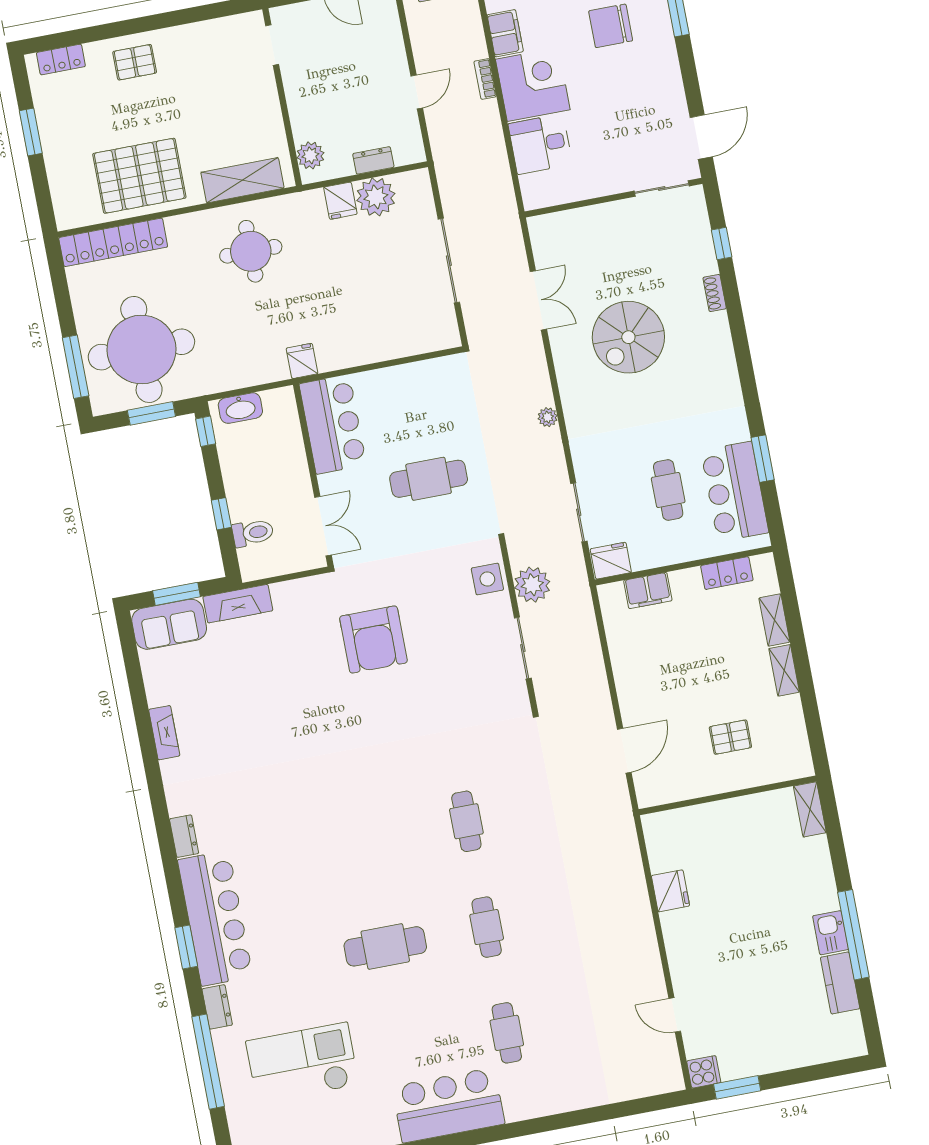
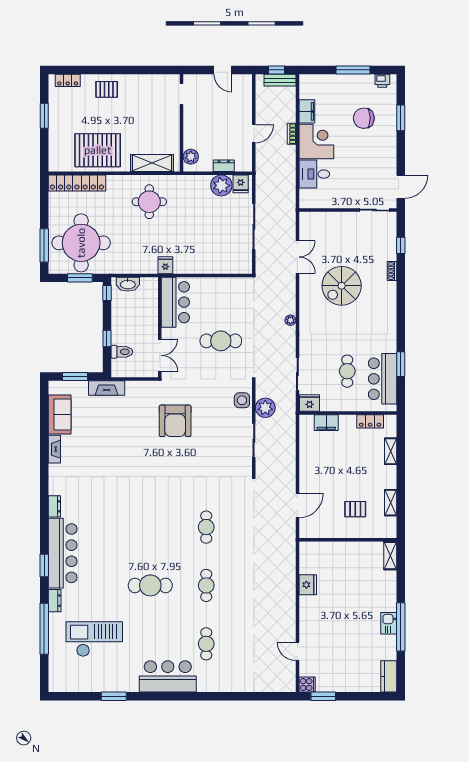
fridge: (340, 201) -> (241, 184), moved
sofa: (169, 624) -> (60, 414), moved, turned -90
shelving: (784, 670) -> (391, 503), moved
kitchen counter: (840, 983) -> (389, 676), moved

